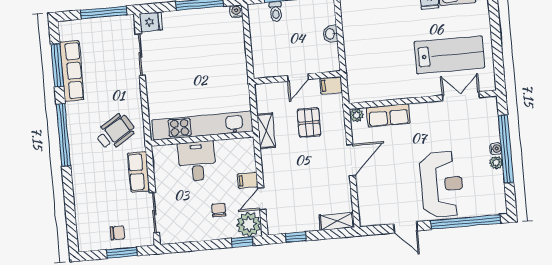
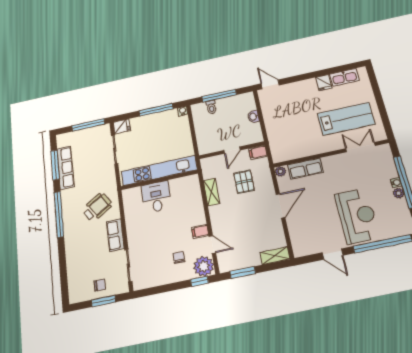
kitchen unit: (202, 126) -> (159, 171), moved
wall: (202, 139) -> (159, 180), moved
desk: (197, 161) -> (156, 197), moved
door: (262, 199) -> (212, 244), swing flipped
window: (296, 237) -> (243, 272), width x1.50

